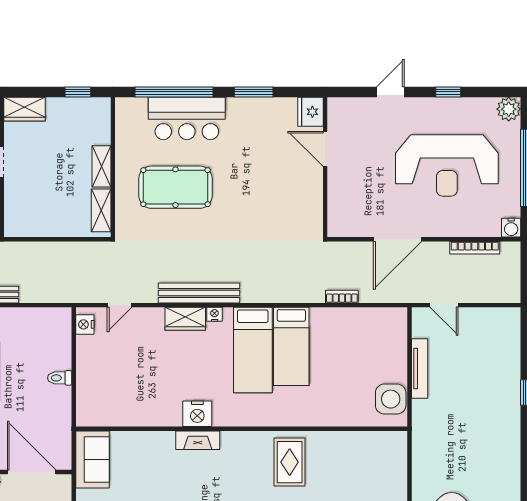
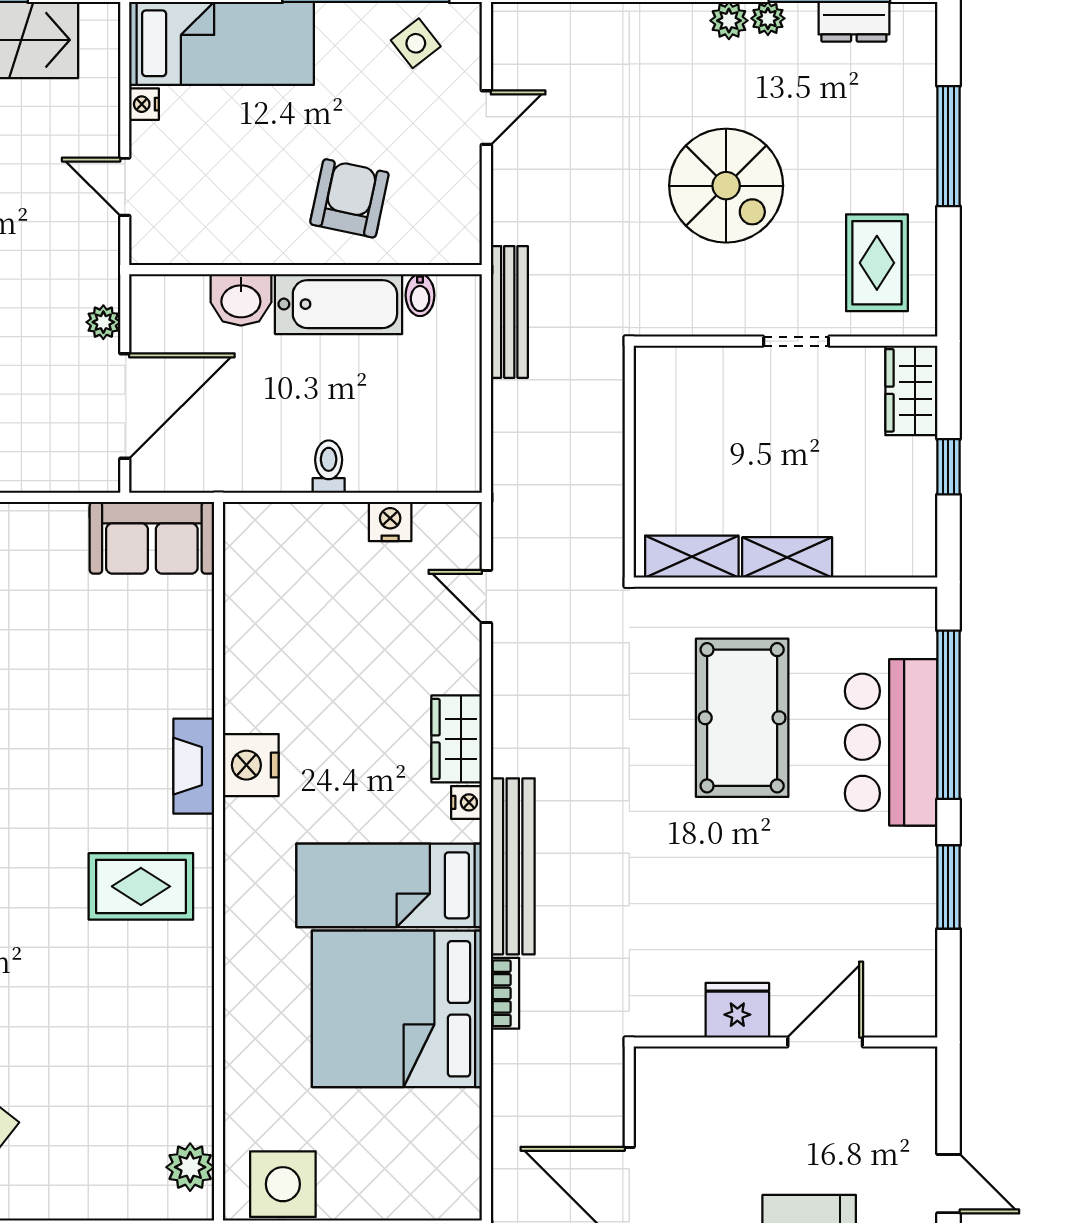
window: (78, 92) -> (948, 467), moved
fridge: (310, 112) -> (737, 1010), moved
bench: (199, 293) -> (513, 866), moved
bookcase: (342, 297) -> (505, 993), moved
nightstand: (85, 324) -> (390, 521), moved
bed: (291, 346) -> (397, 1009), width x2.04
plant: (383, 442) -> (190, 1167), added
rug: (290, 462) -> (141, 886), moved

